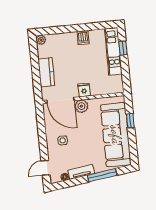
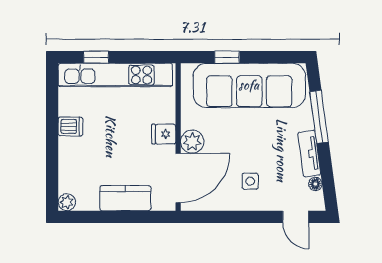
kitchen unit: (113, 51) -> (115, 75), width x1.36

